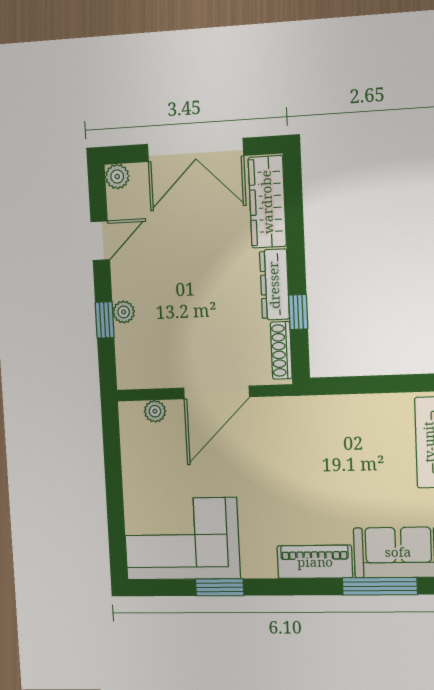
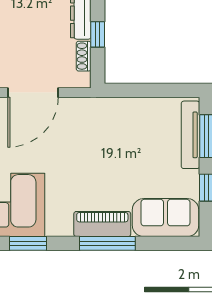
shoe rack: (281, 350) -> (84, 56), width x0.70
window: (380, 586) -> (107, 243), moved

